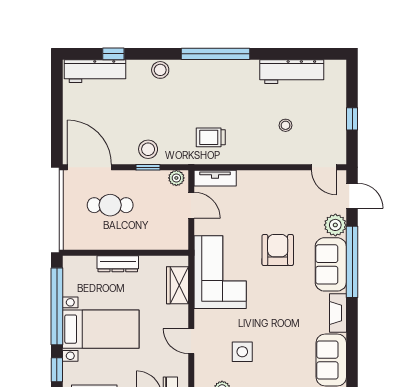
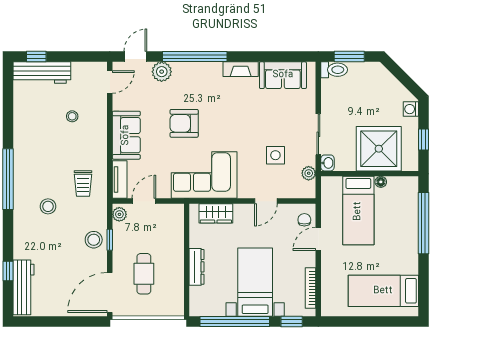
stool: (160, 70) -> (48, 206), moved
workbench: (292, 72) -> (42, 72), moved, turned 90
window: (352, 119) -> (36, 57), moved
sofa: (331, 264) -> (126, 135), moved, turned -90

